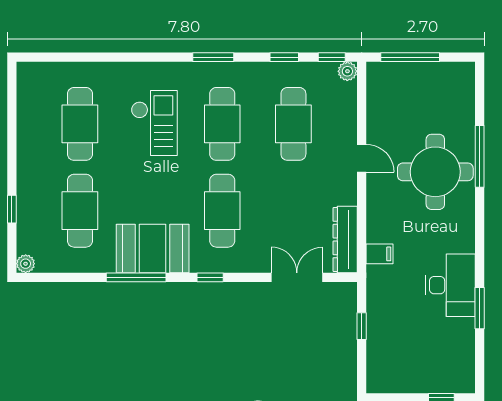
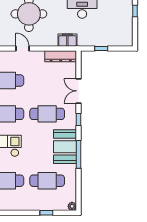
door: (362, 158) -> (23, 48), hinge flipped
filing cabinet: (379, 254) -> (67, 40), width x2.00
double door: (297, 277) -> (78, 91), moved

